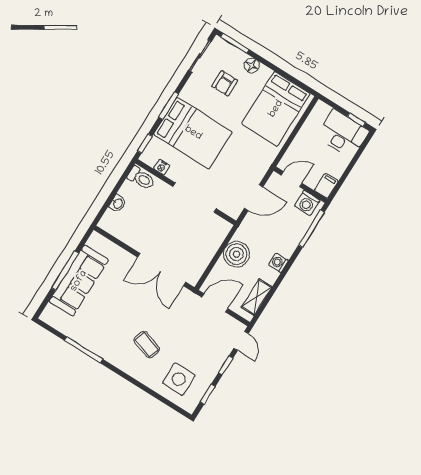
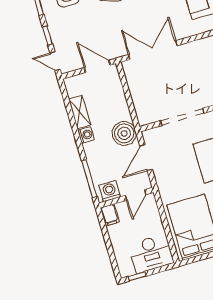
desk: (343, 134) -> (151, 254), moved
boiler: (236, 254) -> (124, 133), moved
shelving: (257, 297) -> (80, 112), moved
door: (215, 303) -> (97, 66), swing flipped

